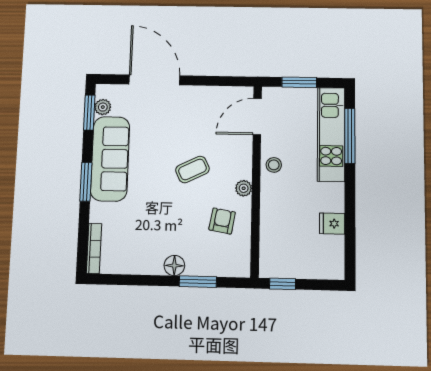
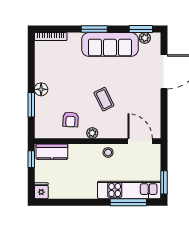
window: (299, 82) -> (164, 182), moved
armchair: (222, 221) -> (71, 119), turned 83
fridge: (332, 224) -> (41, 191), moved
kitchen counter: (271, 251) -> (52, 152), added

